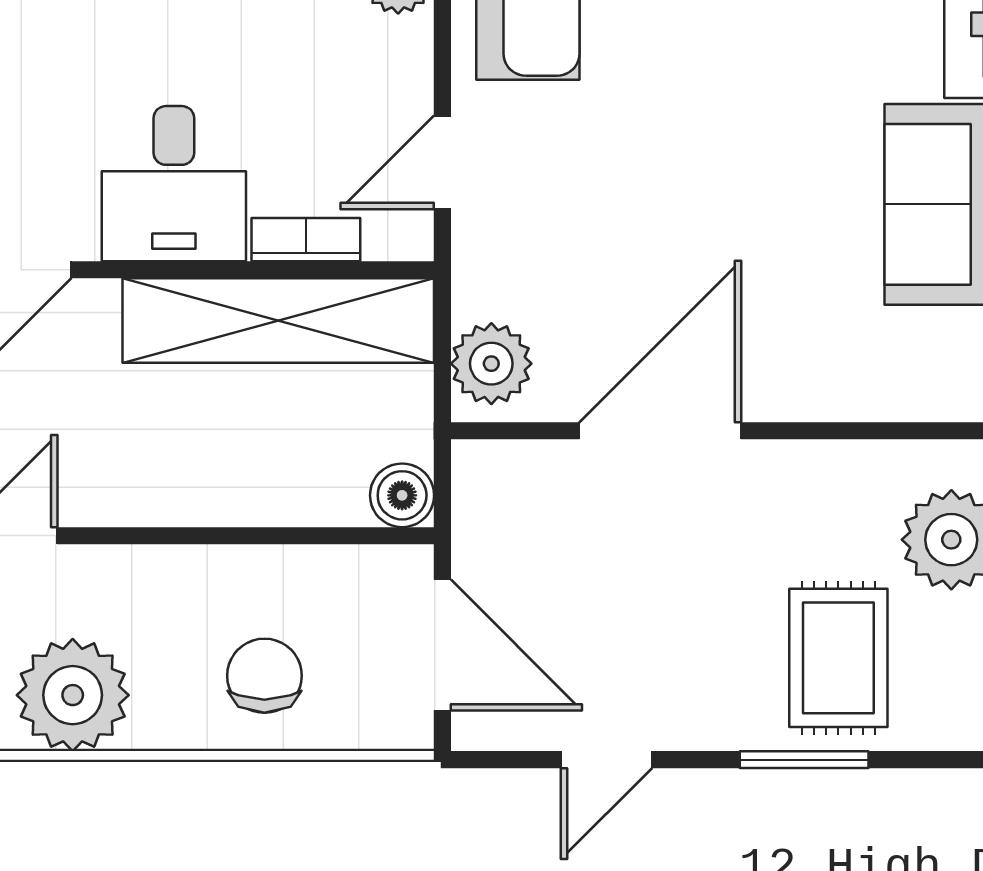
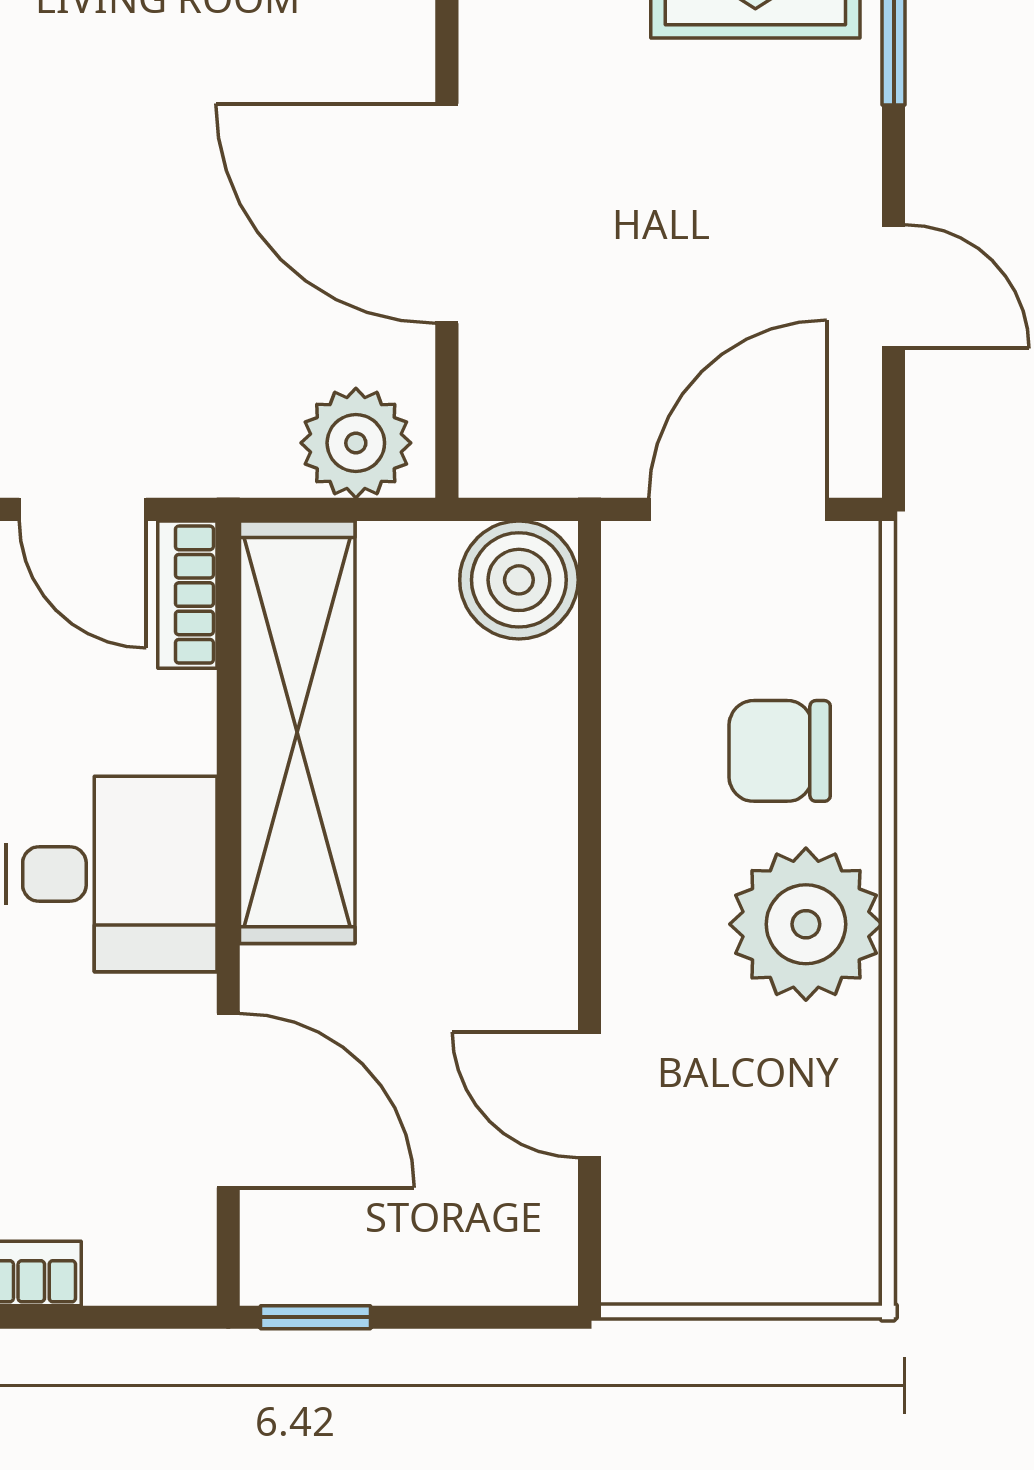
bookcase: (306, 240) -> (187, 595), moved
boiler: (402, 495) -> (519, 580), width x1.36, depth x1.36
plant: (73, 695) -> (806, 924), moved

